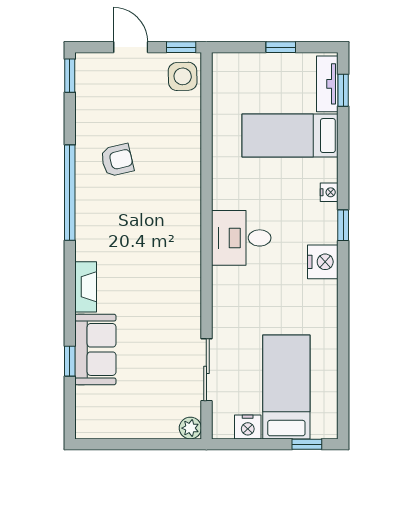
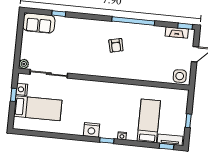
window: (181, 47) -> (193, 77), removed
armchair: (117, 160) -> (116, 45), moved
desk: (241, 238) -> (106, 95), removed
fireplace: (86, 287) -> (177, 32), moved
sofa: (95, 349) -> (39, 23), moved
sliding door: (206, 370) -> (49, 74), width x1.37
window: (307, 444) -> (14, 95), moved

